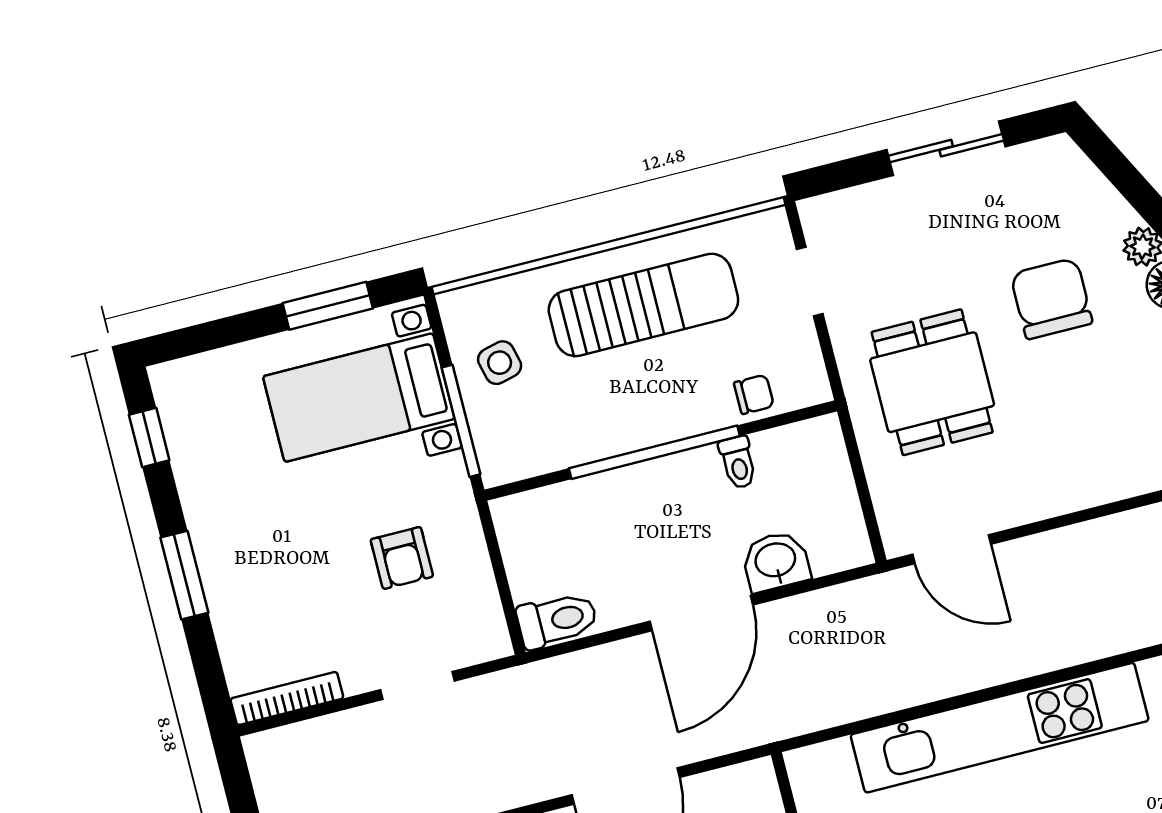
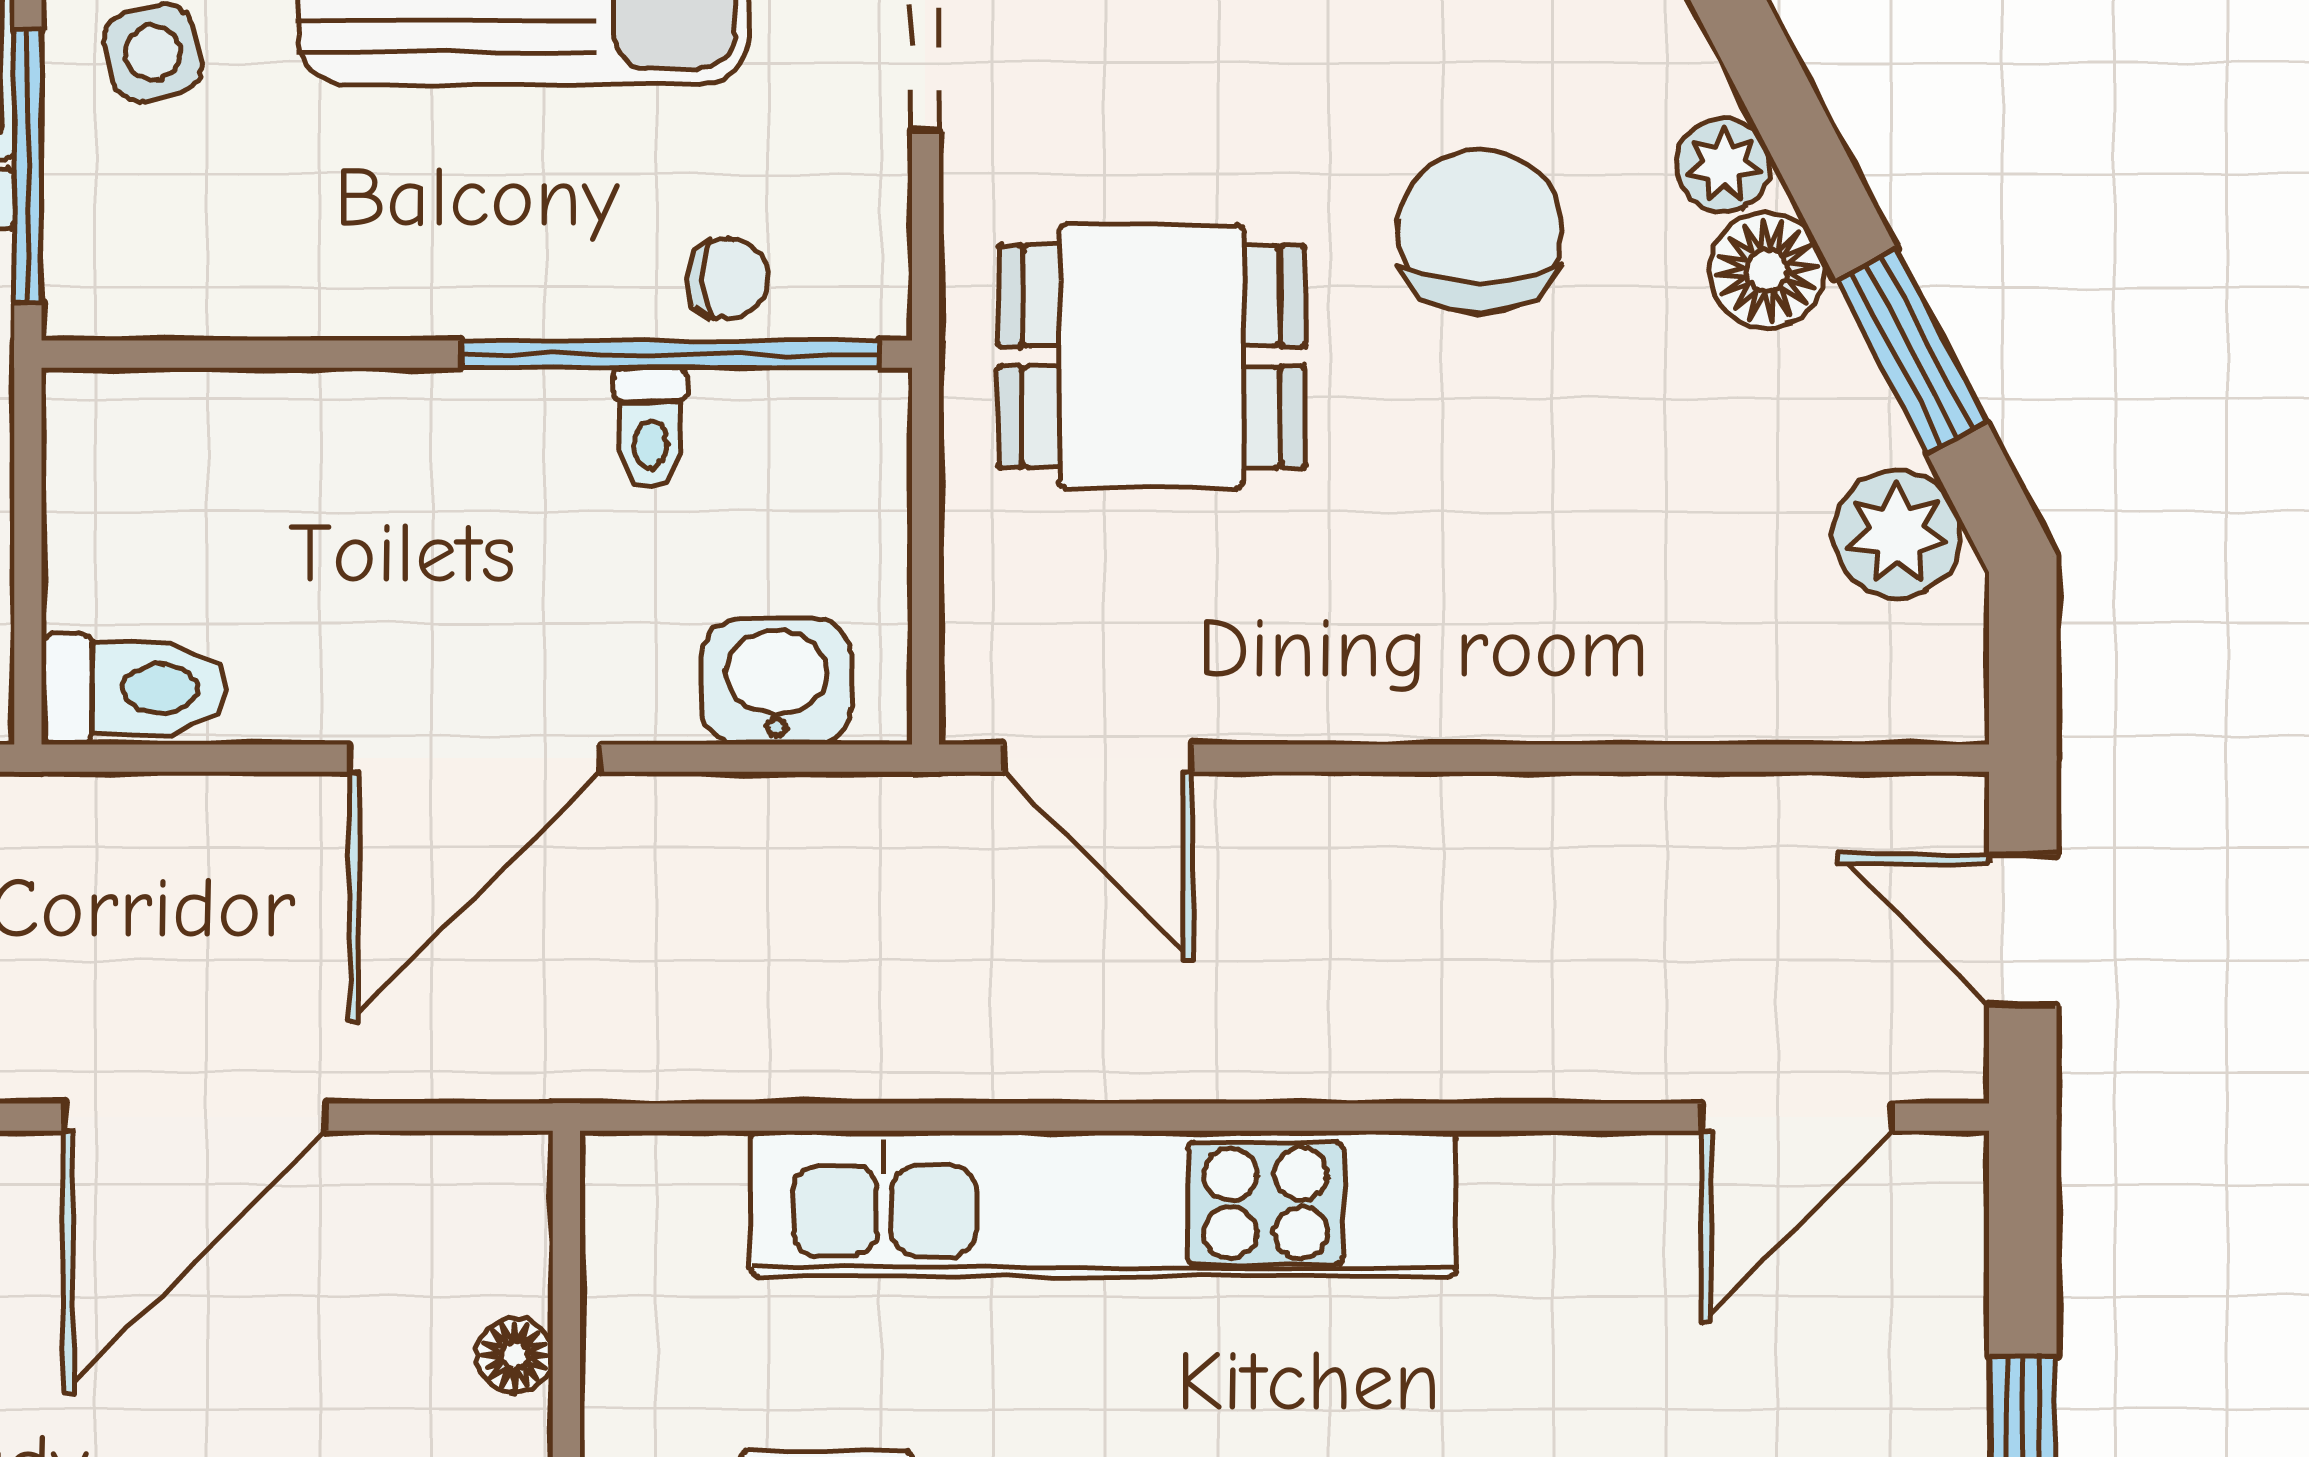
dining table: (932, 382) -> (1151, 356), turned 90
window: (654, 452) -> (670, 354), moved
washbasin: (776, 561) -> (776, 681), moved

